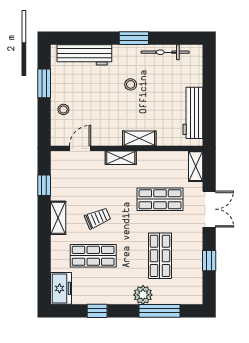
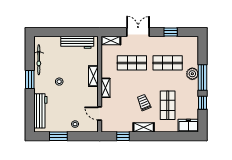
shop shelf: (160, 199) -> (132, 63), turned 90
window: (160, 311) -> (202, 77), moved

